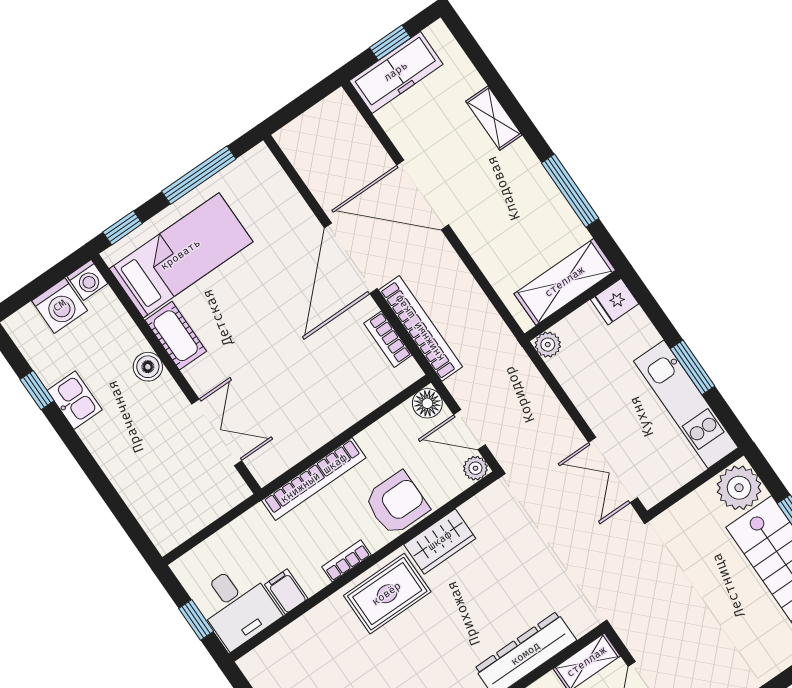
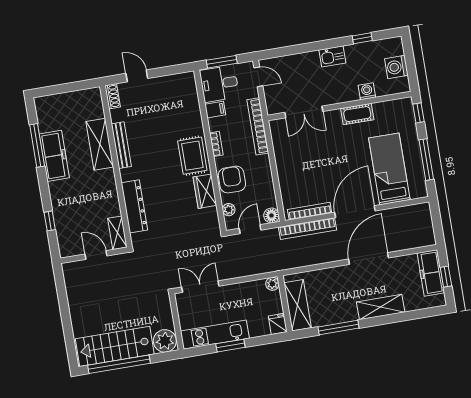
shelving: (494, 118) -> (381, 307), width x1.50, depth x1.33
bed: (181, 255) -> (389, 169), moved, turned 180
door: (351, 258) -> (355, 212), hinge flipped
washing machine: (87, 280) -> (367, 91), moved, turned 90
bookcase: (388, 339) -> (310, 211), width x1.56
boiler: (148, 367) -> (349, 94), removed
kitchen sink: (75, 400) -> (332, 56), moved
plant: (475, 468) -> (229, 210), moved
bookcase: (314, 479) -> (258, 126), moved
armchair: (397, 503) -> (232, 180), turned 180
door: (192, 542) -> (258, 77), added
window: (196, 620) -> (222, 62), width x1.50

